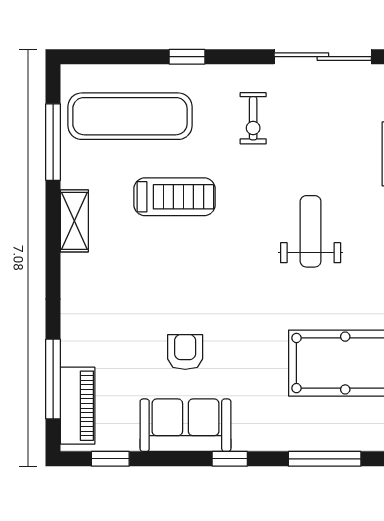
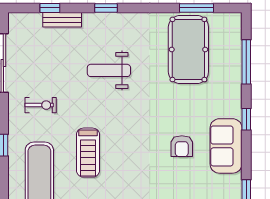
treadmill: (175, 197) -> (88, 153), turned 180
armchair: (185, 352) -> (182, 146), turned -90

